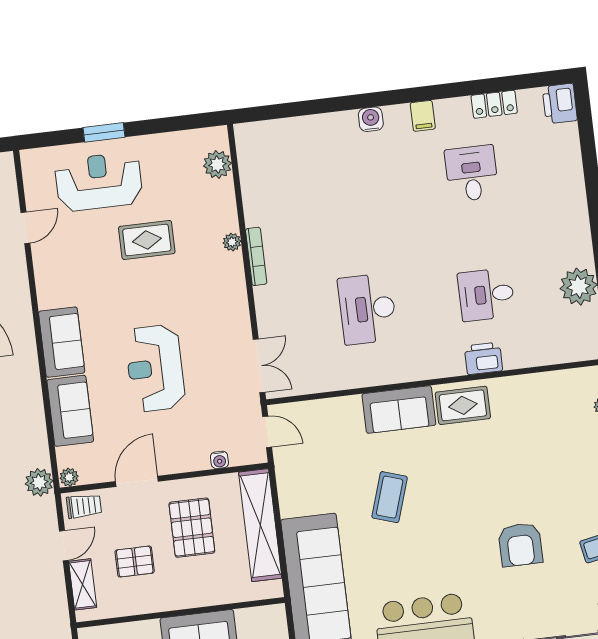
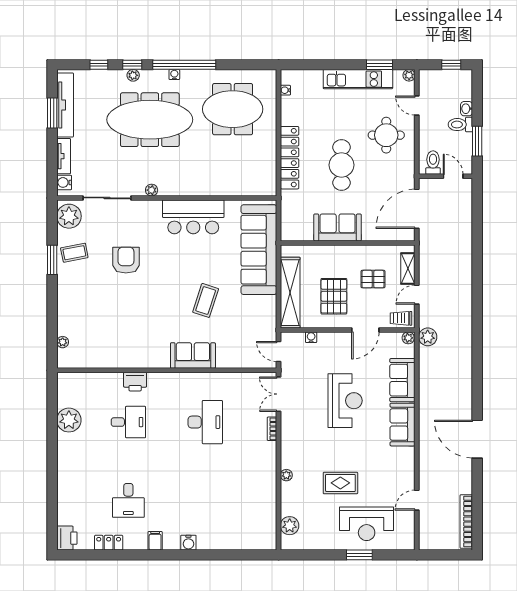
bookcase: (256, 256) -> (272, 429), moved, width x0.64
rug: (463, 405) -> (152, 353), removed

